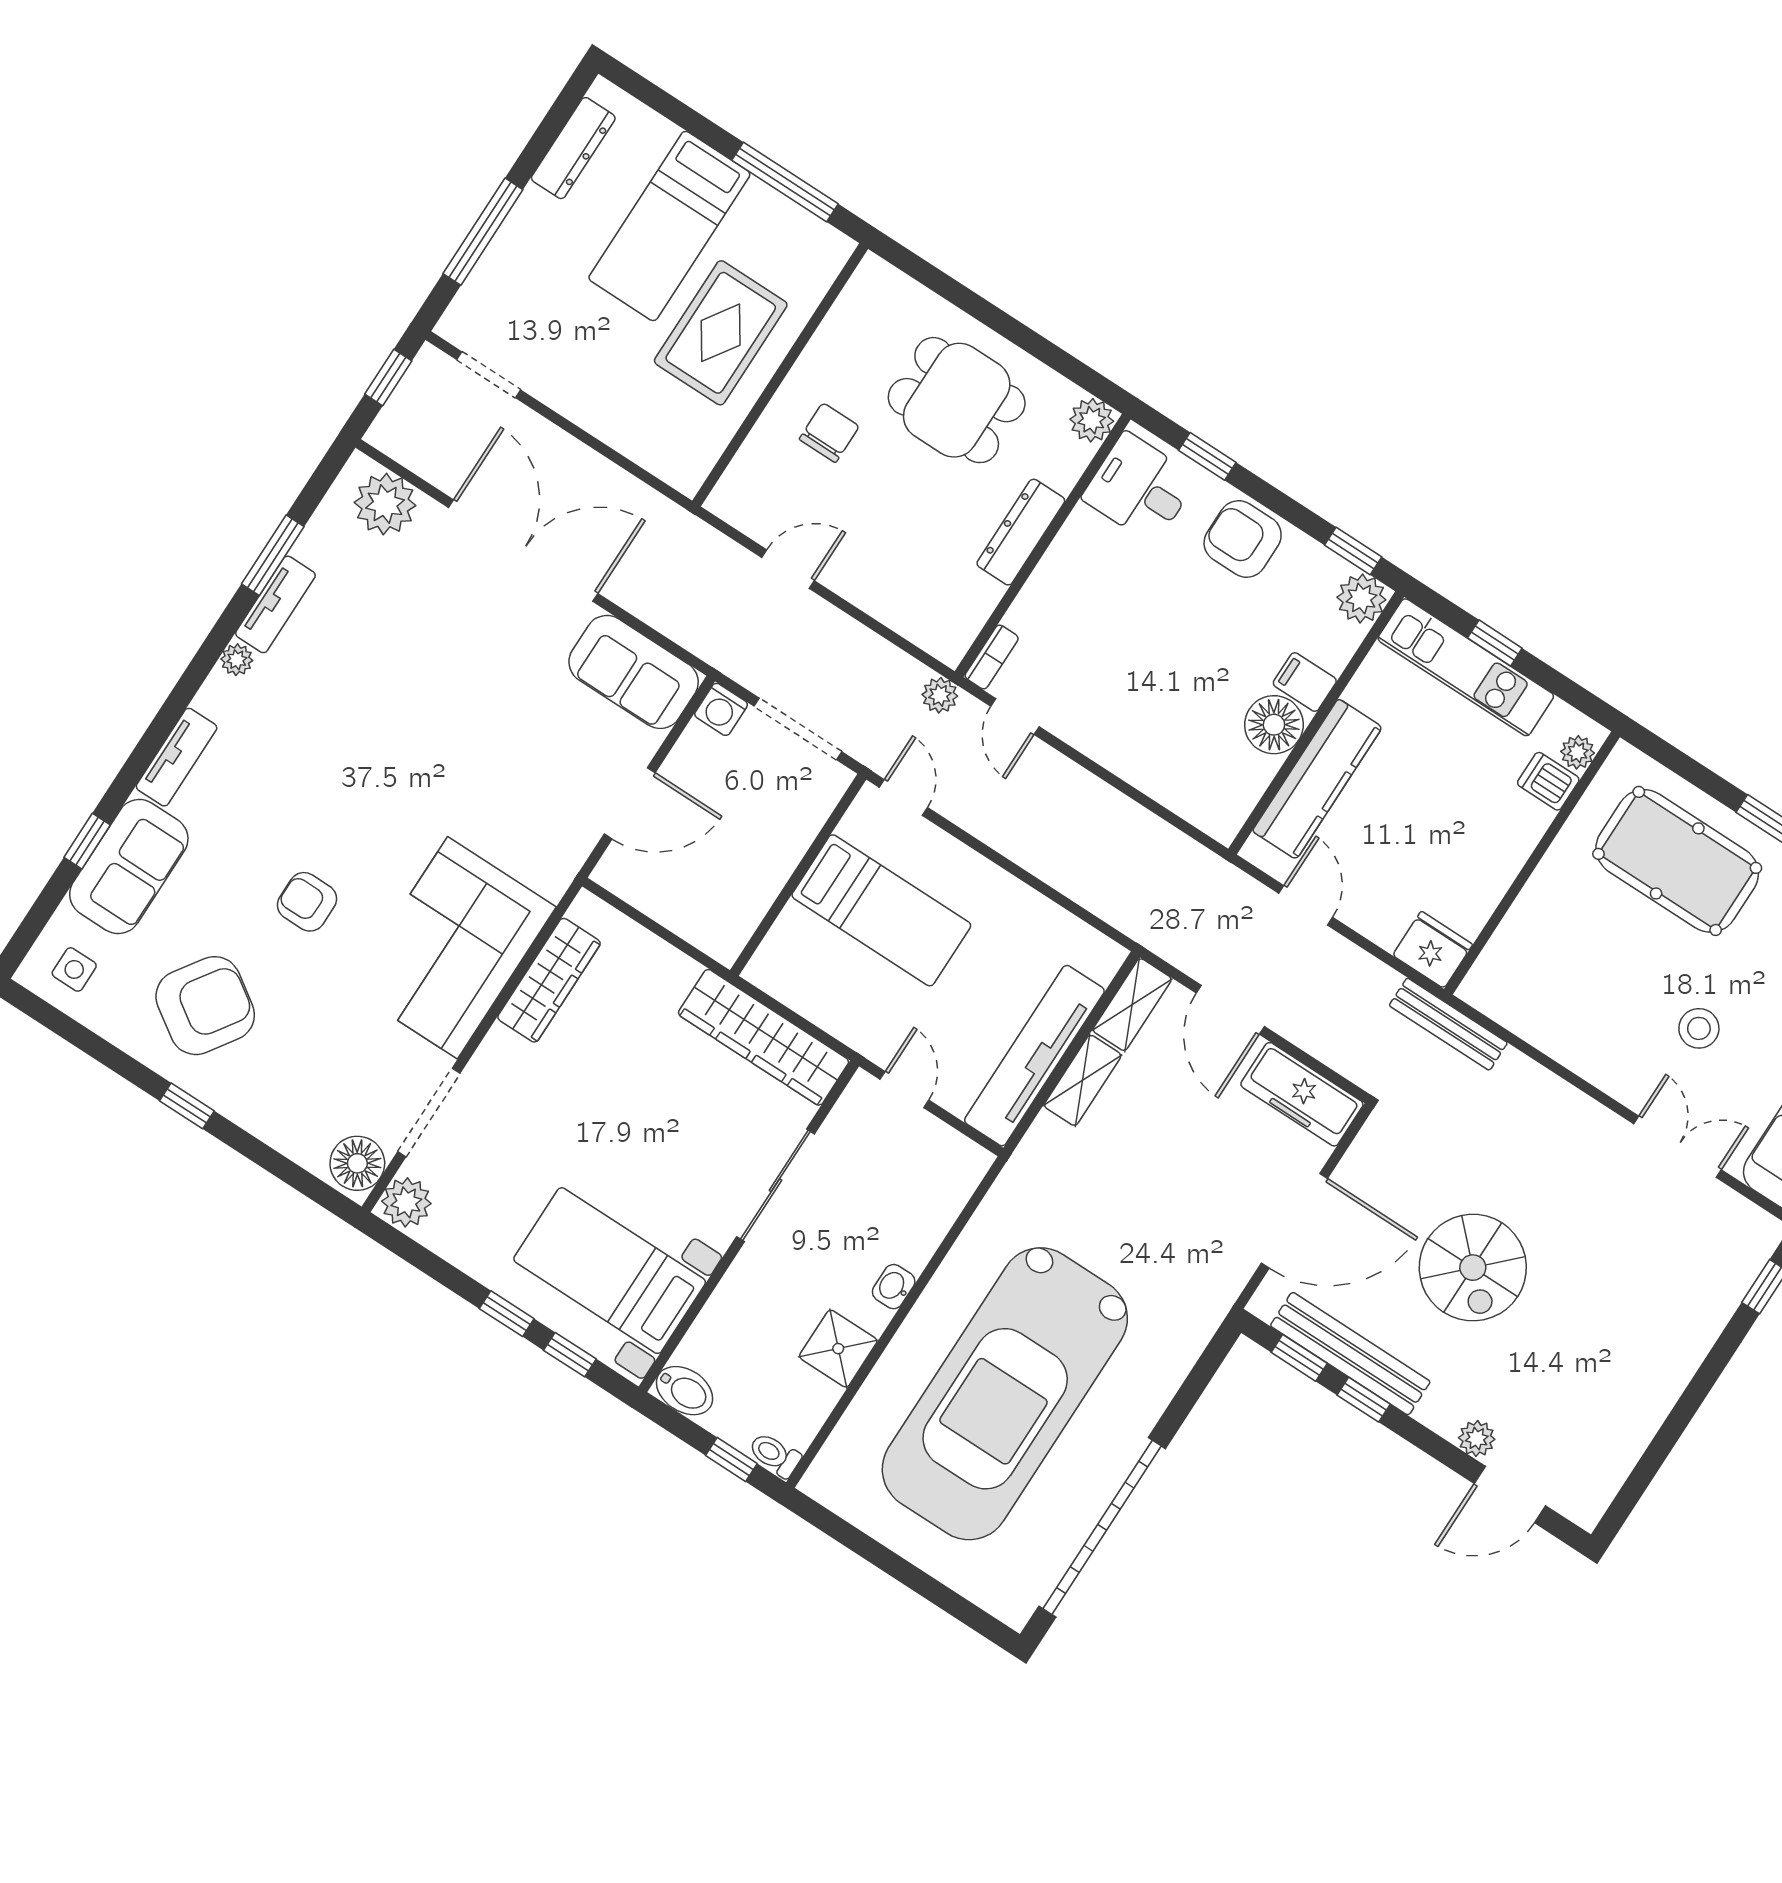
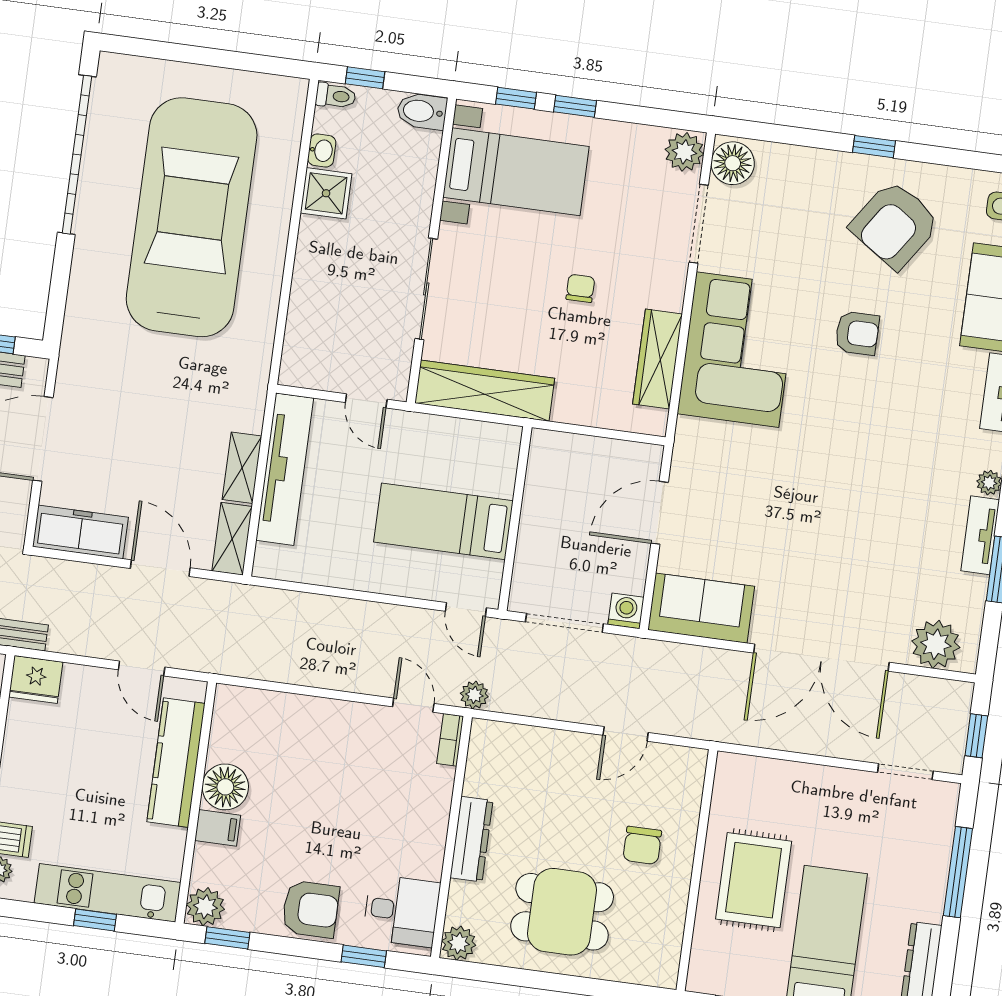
chair: (599, 1103) -> (580, 288), added
washbasin: (894, 1287) -> (322, 150), moved

